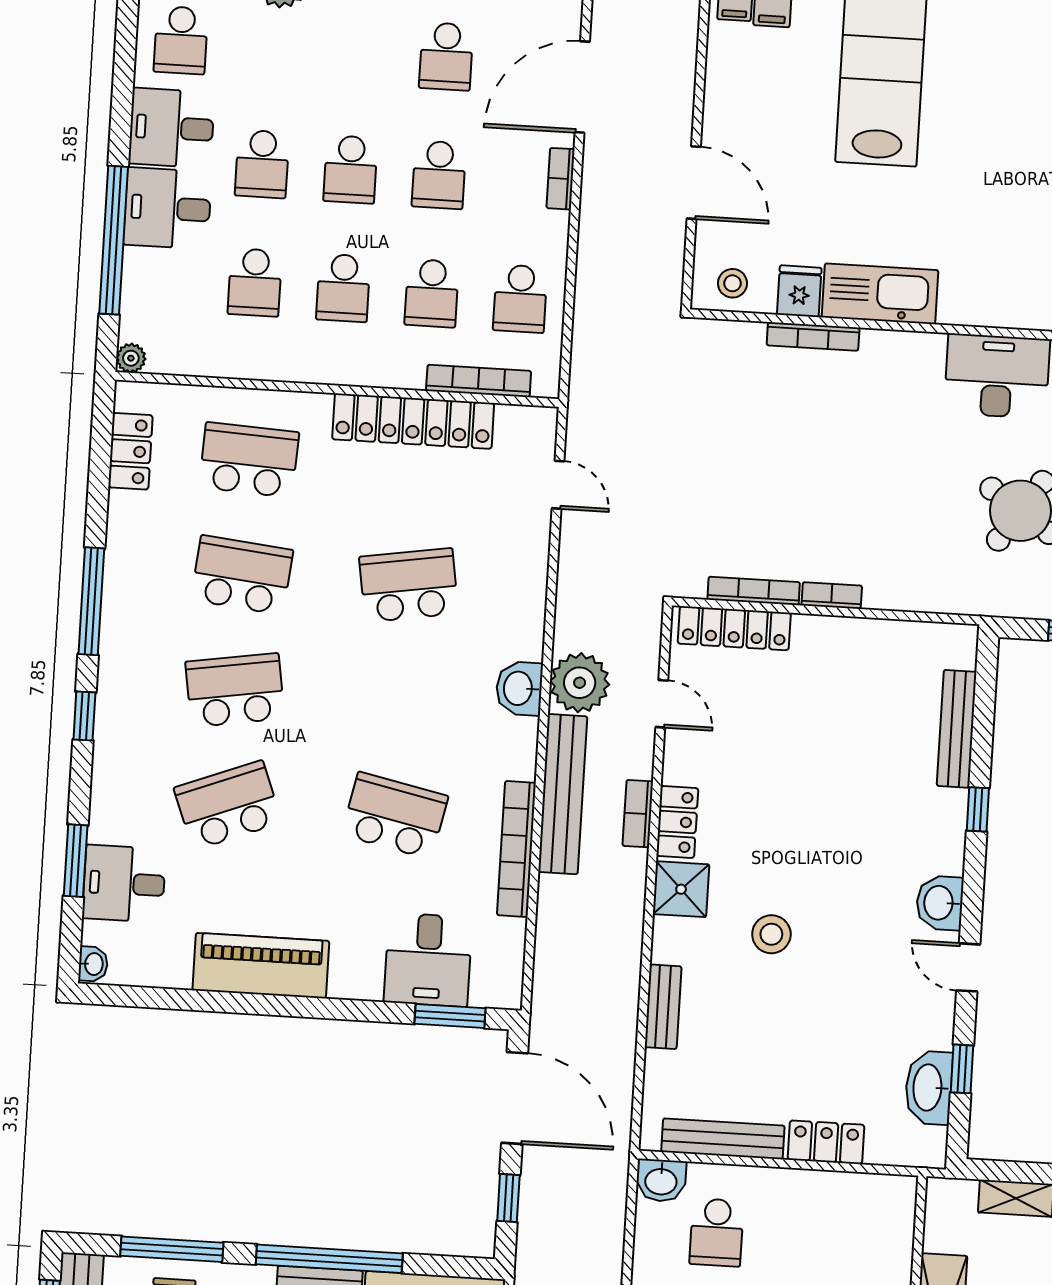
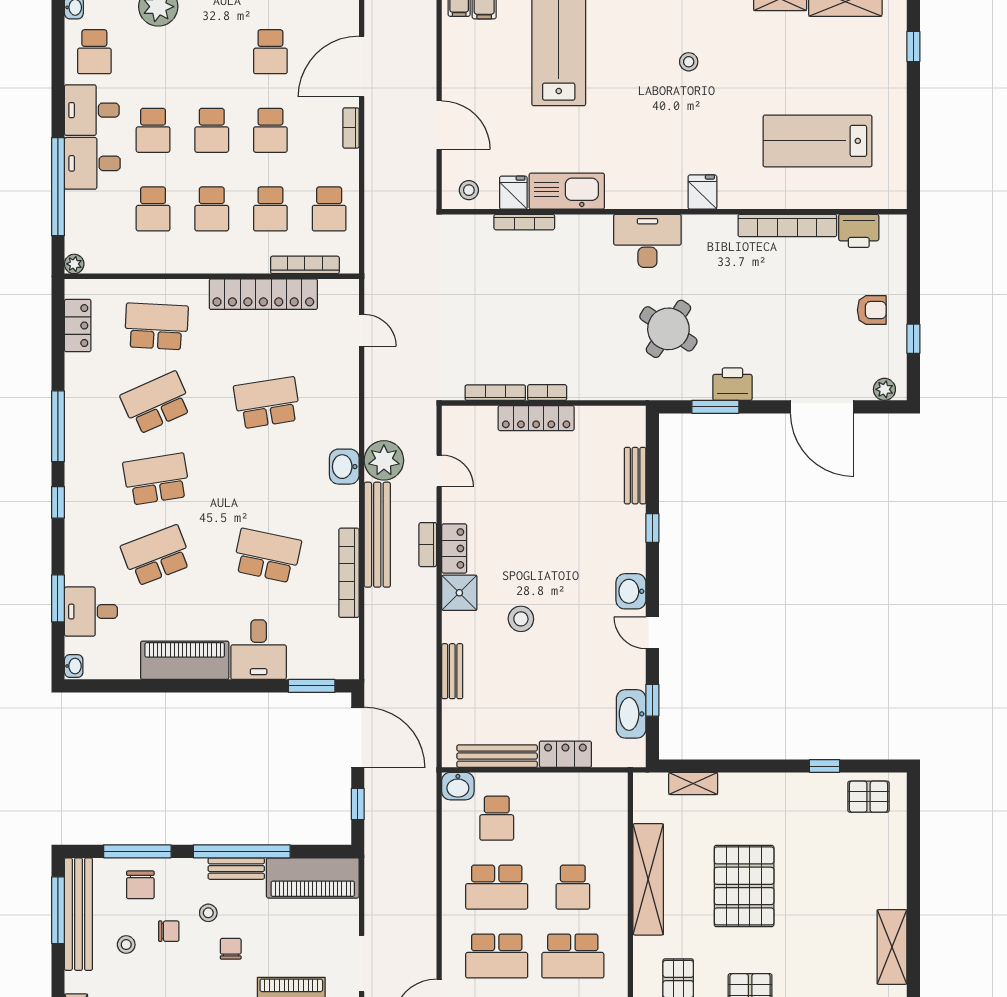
school desk: (242, 575) -> (156, 403), turned -30
locker: (734, 628) -> (536, 418), moved
bench: (957, 729) -> (635, 476), width x0.73
desk: (428, 960) -> (259, 650), moved

